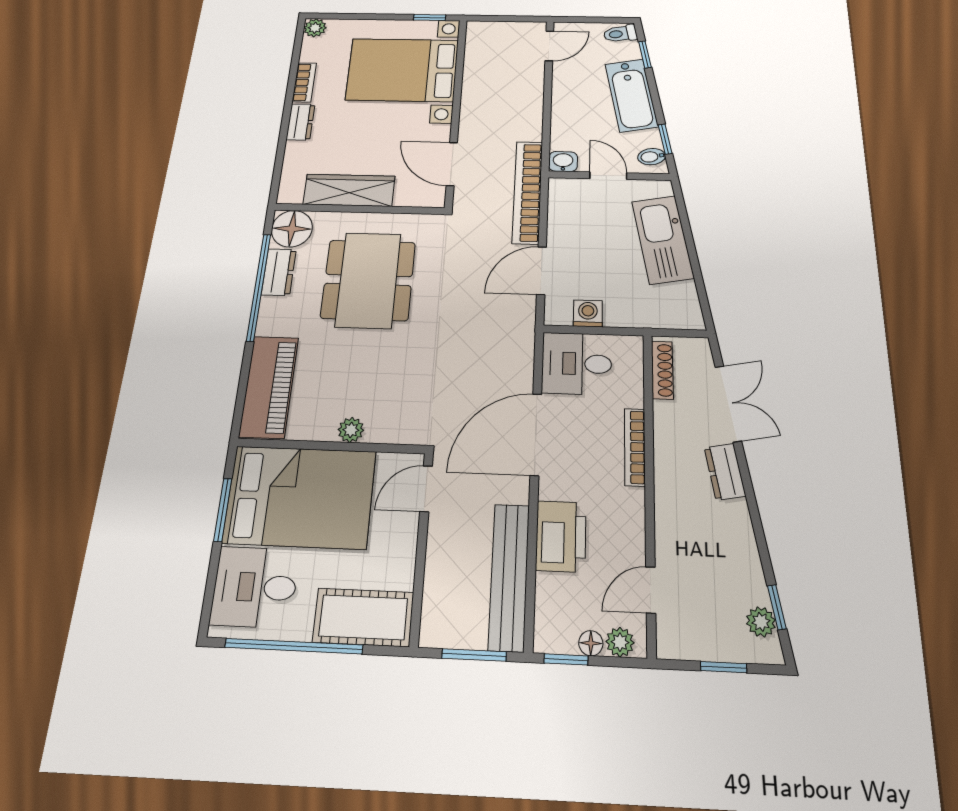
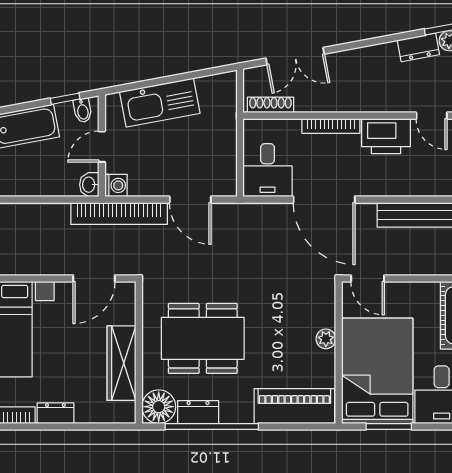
washing machine: (588, 313) -> (116, 185), moved, turned 180
double door: (728, 404) -> (295, 56), swing flipped
dresser: (725, 472) -> (418, 47), moved
printer: (561, 536) -> (386, 136), moved, turned 180

